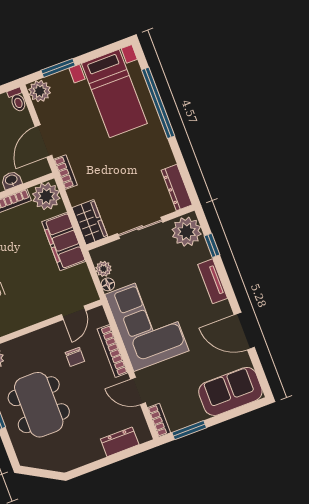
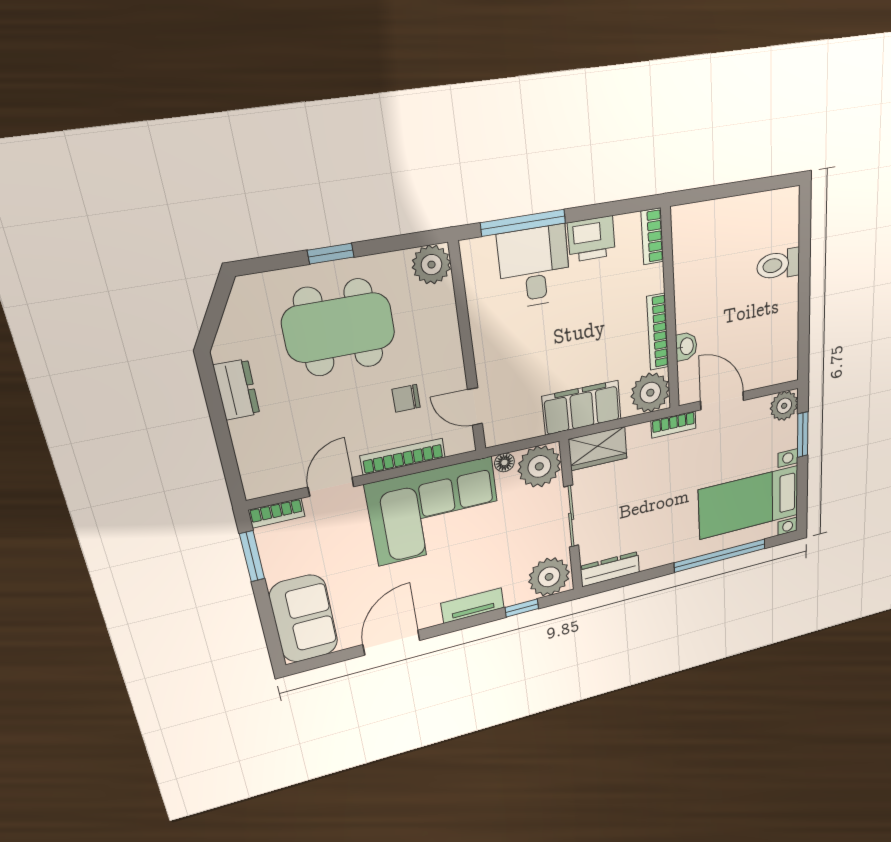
toilet: (17, 100) -> (784, 374), removed
plant: (104, 269) -> (539, 466), width x1.88, depth x1.88
dresser: (120, 442) -> (237, 390), moved

